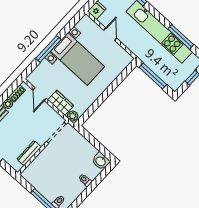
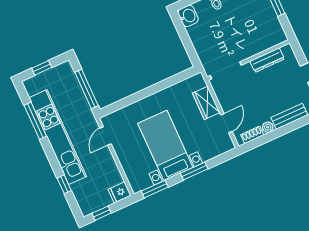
window: (72, 24) -> (155, 189), added
door: (110, 34) -> (105, 136), moved
window: (48, 49) -> (194, 171), width x0.69
plant: (73, 116) -> (199, 82), removed

